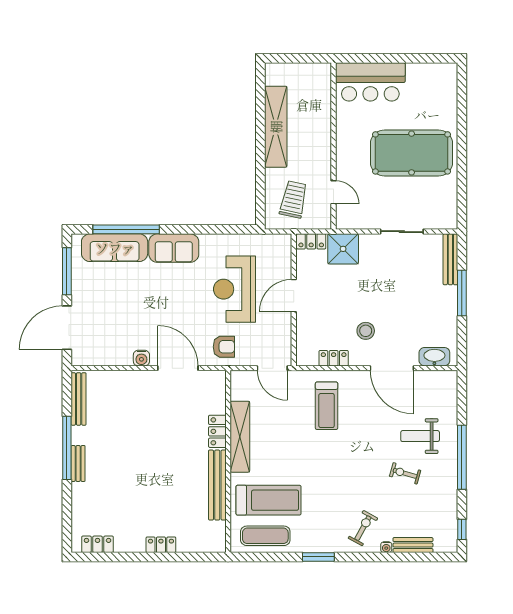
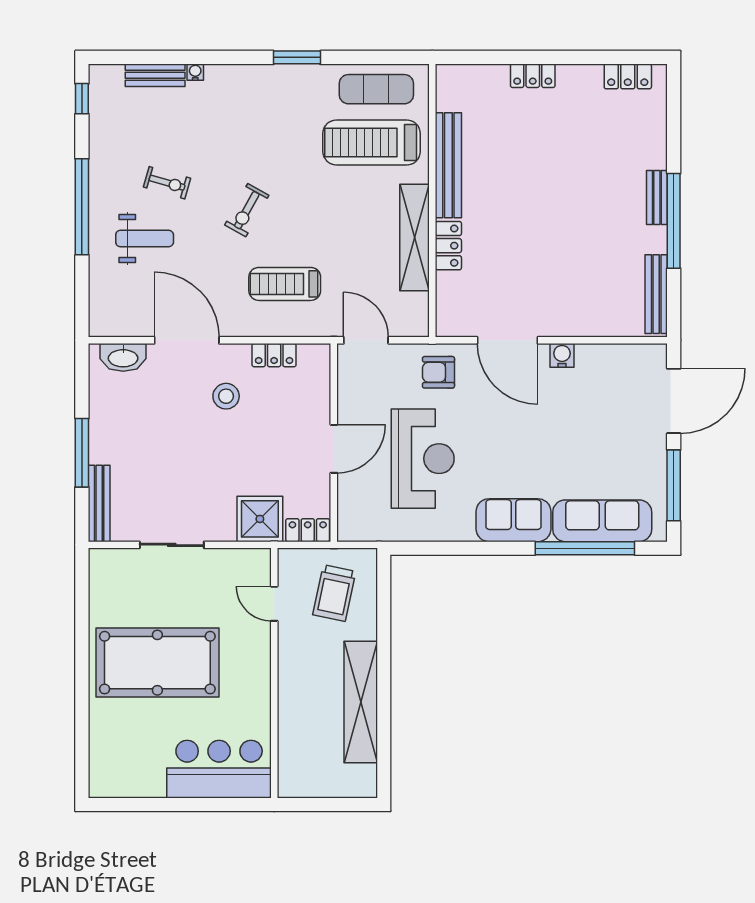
treadmill: (327, 406) -> (285, 284), turned -90
exercise bike: (363, 528) -> (247, 210), moved

